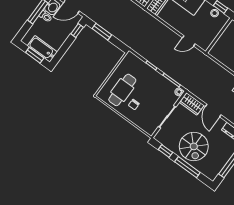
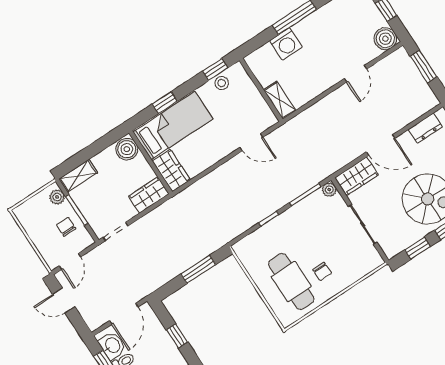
window: (77, 30) -> (177, 336), moved
window: (102, 32) -> (198, 269), moved
door: (189, 41) -> (251, 142), hinge flipped
shelving: (217, 48) -> (280, 100), added

